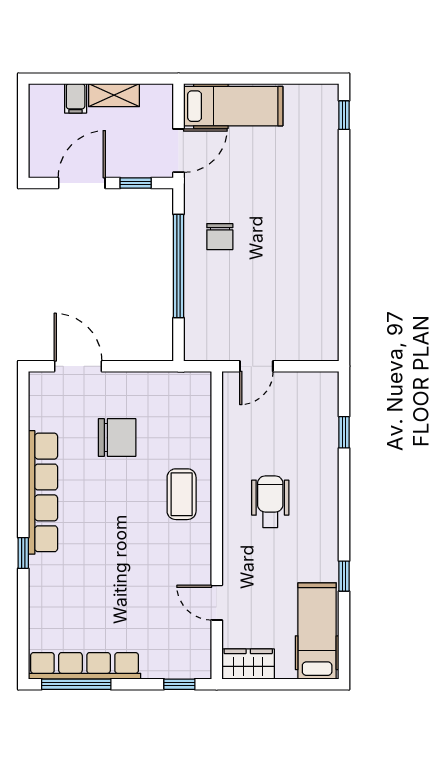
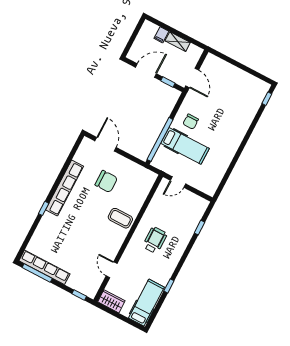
hospital bed: (233, 106) -> (185, 146), moved
door: (179, 151) -> (192, 78), hinge flipped
window: (179, 266) -> (160, 139), moved
coffee table: (182, 494) -> (120, 218), turned 90

